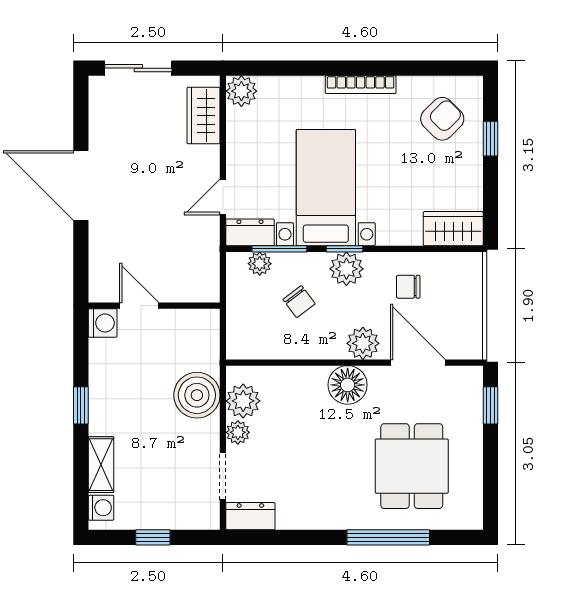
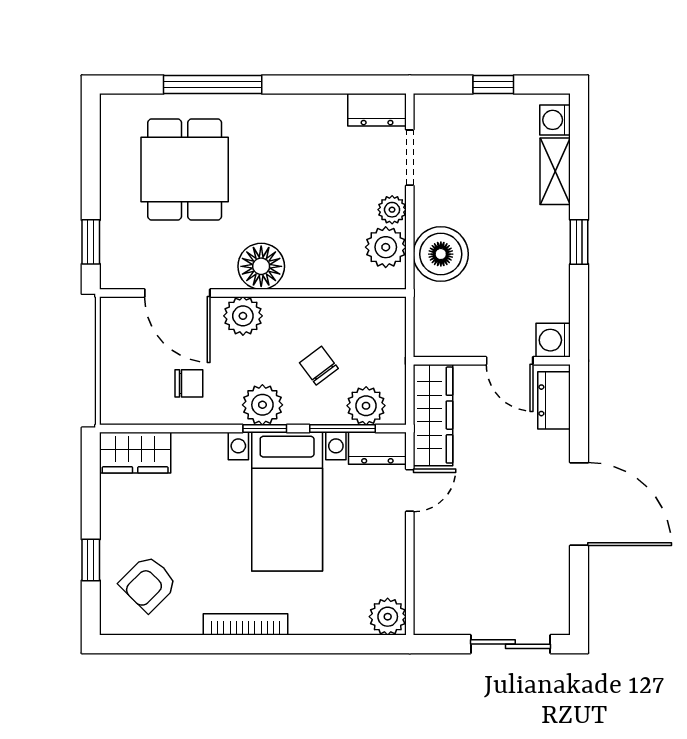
wardrobe: (203, 116) -> (433, 415), moved, width x1.50
plant: (260, 264) -> (366, 406), width x1.38, depth x1.38
dresser: (102, 273) -> (554, 400), added

